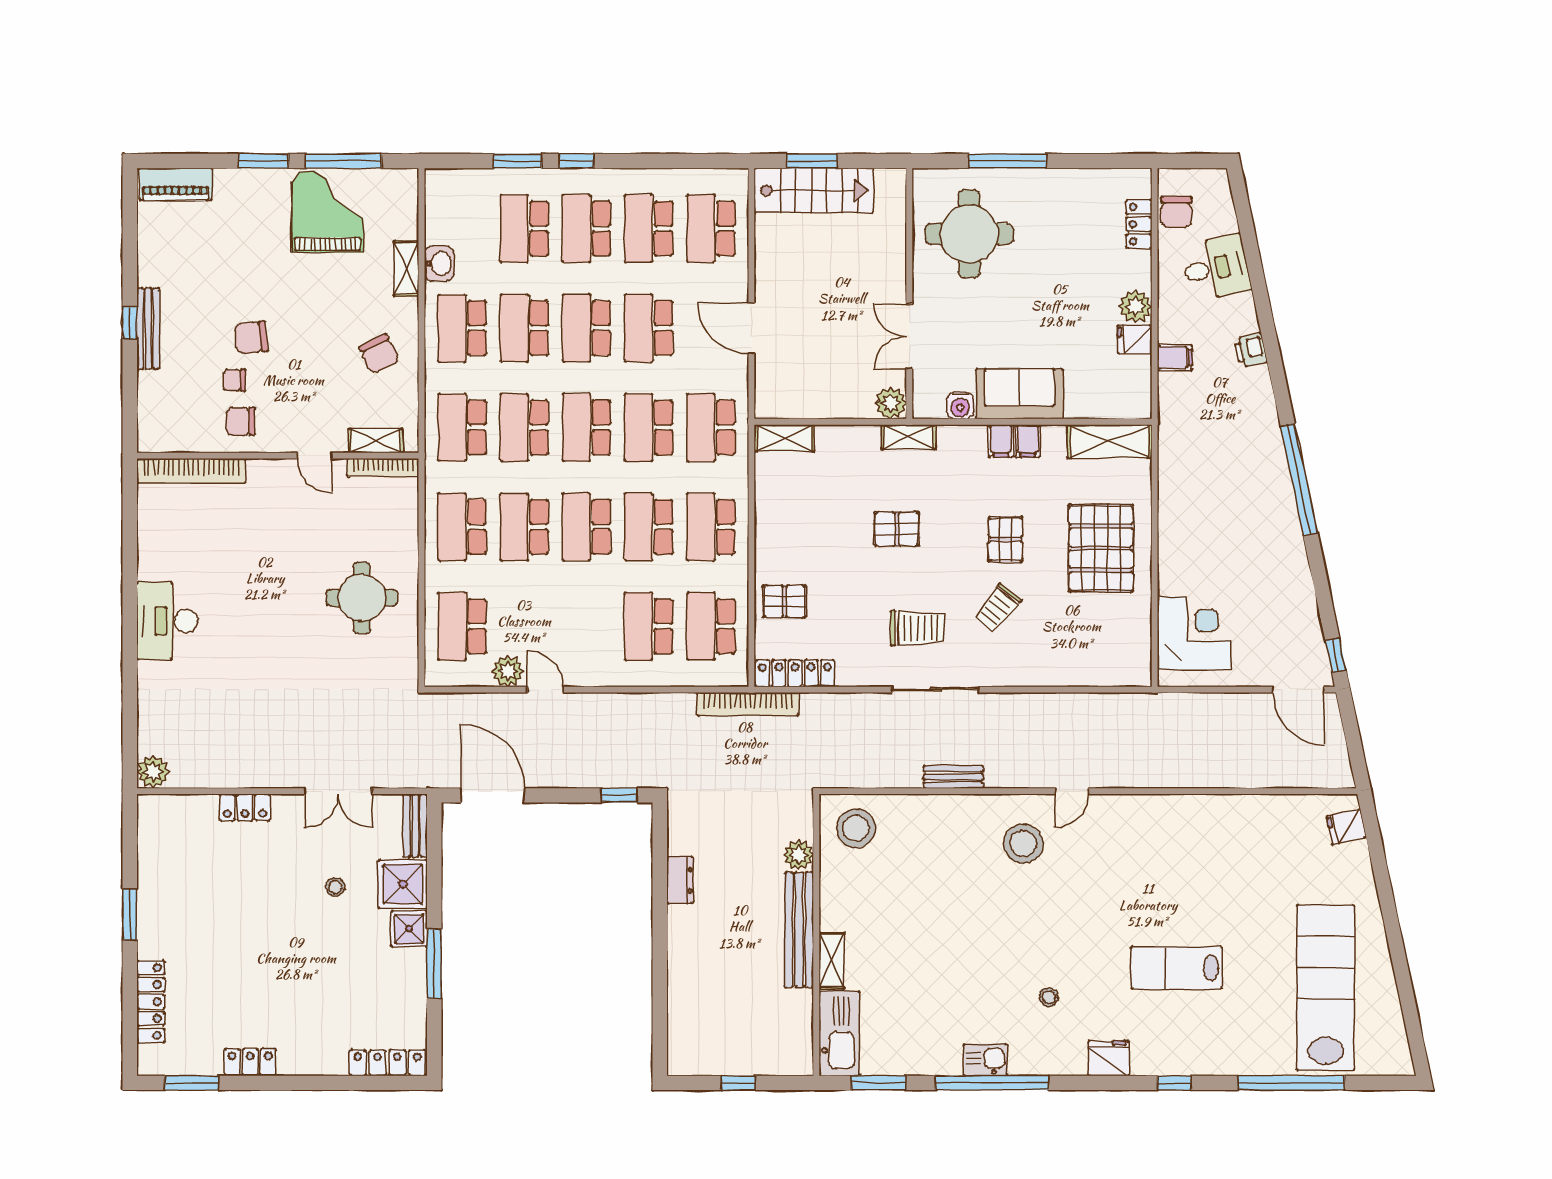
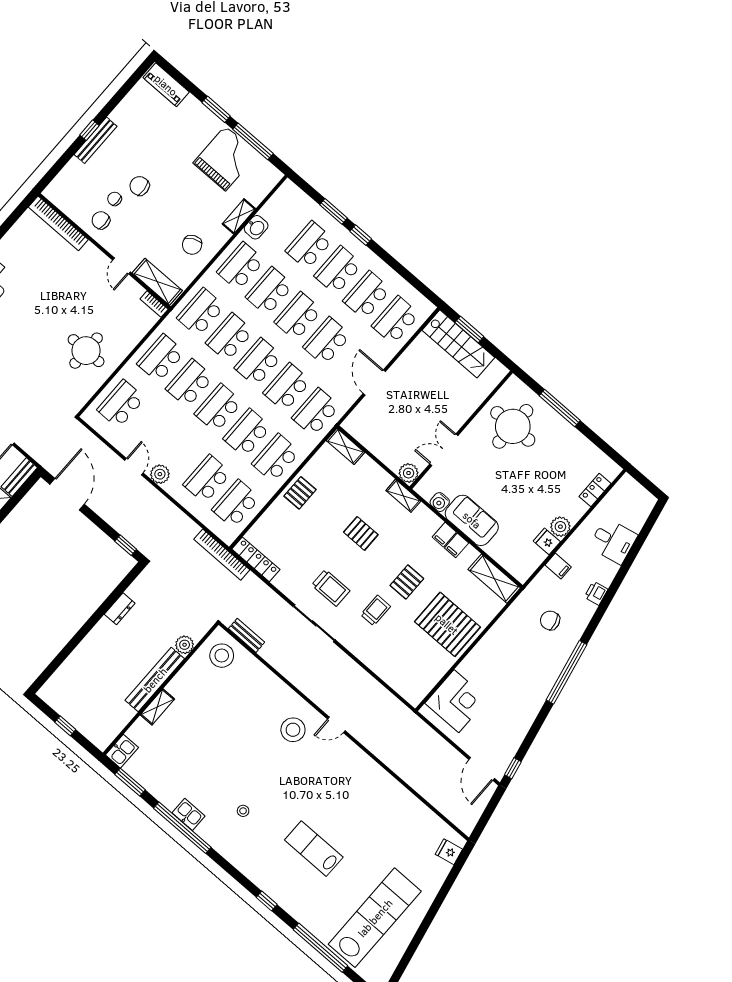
chair: (1176, 212) -> (550, 620), moved, turned 75
shelving: (376, 441) -> (157, 282), width x1.50, depth x1.33
bookcase: (383, 468) -> (154, 304), width x0.64
pallet: (1101, 548) -> (447, 624), turned 90
pallet: (785, 601) -> (300, 493), moved, turned 90
trolley: (997, 608) -> (375, 611), turned 141
plant: (508, 671) -> (160, 474), moved
bench: (954, 777) -> (247, 635), moved
kitchen sink: (839, 1034) -> (122, 751), width x0.53, depth x0.81
fridge: (1109, 1058) -> (246, 863), removed

